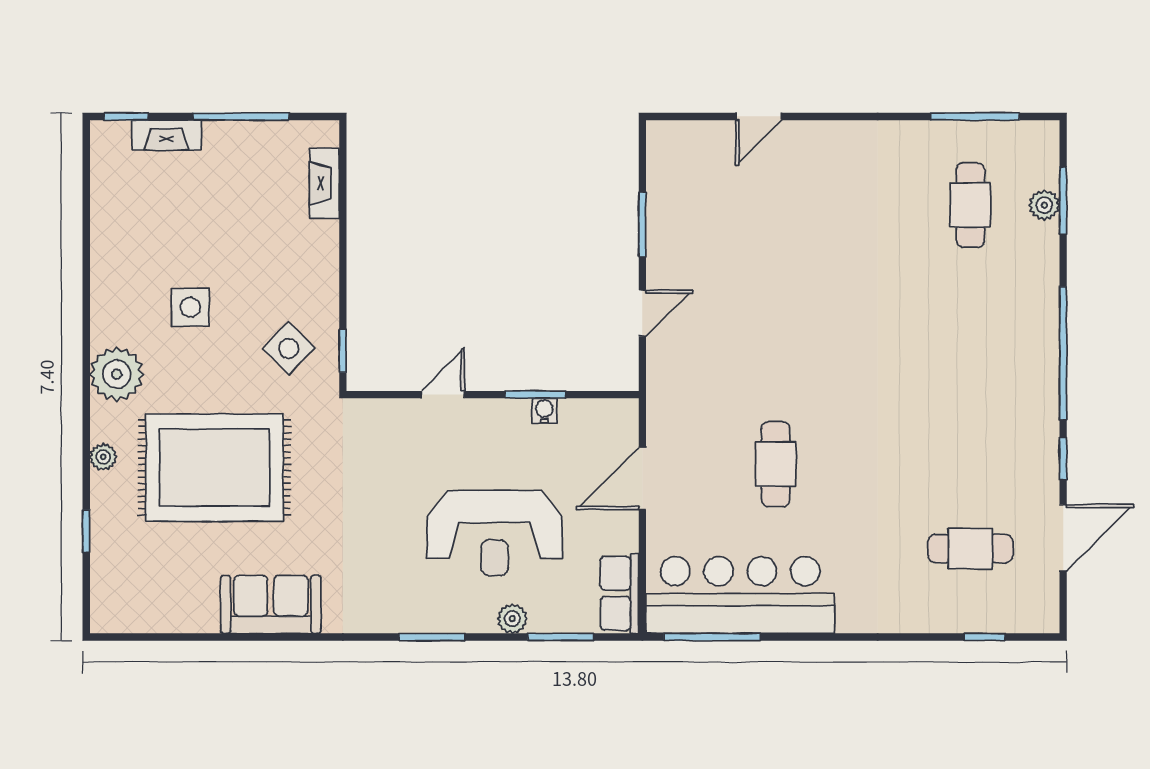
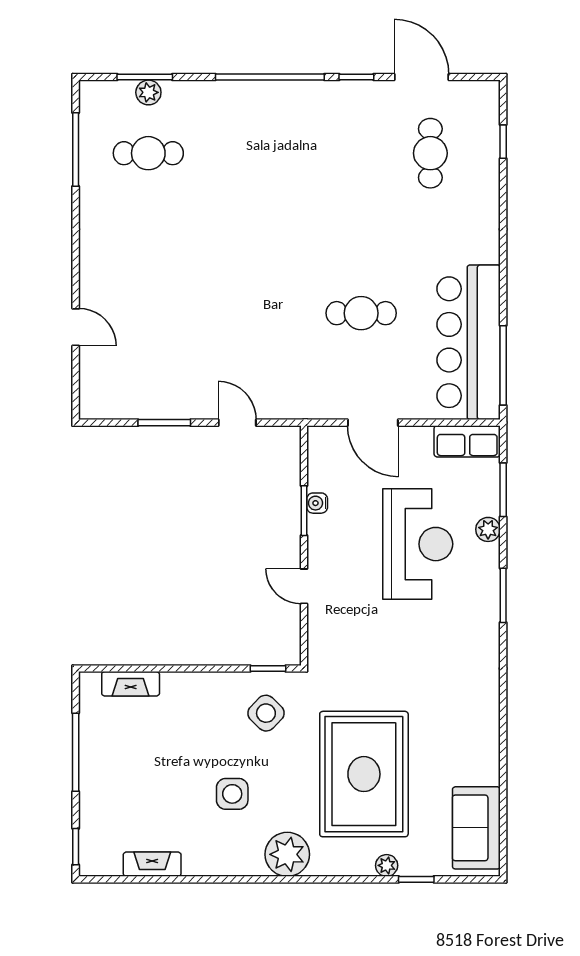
fireplace: (166, 135) -> (152, 864), moved, turned -90
plant: (103, 457) -> (387, 865), moved
sofa: (271, 604) -> (476, 828), moved

